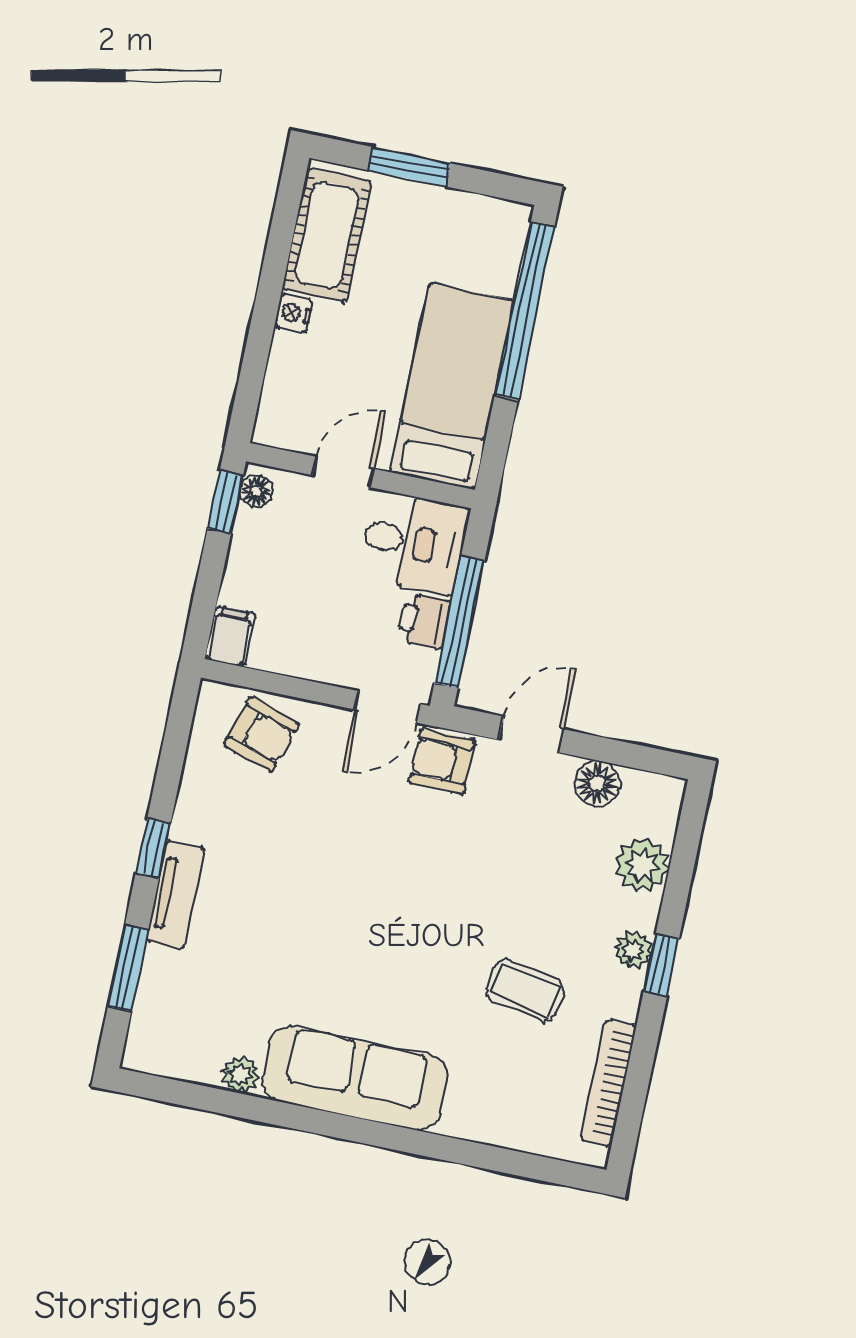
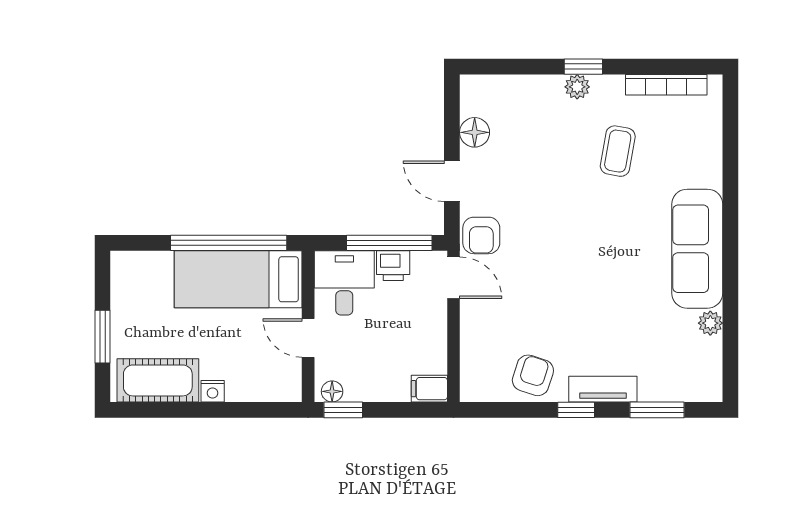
window: (525, 311) -> (229, 243), moved
armchair: (261, 734) -> (533, 375), moved
plant: (642, 865) -> (521, 92), removed

